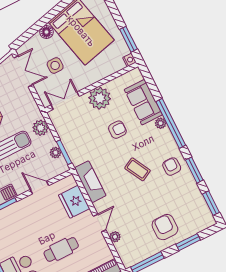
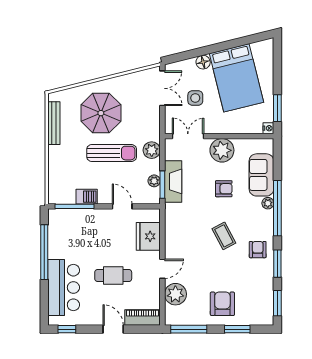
fireplace: (90, 182) -> (173, 181), moved
plant: (115, 237) -> (175, 294), width x1.88, depth x1.88

